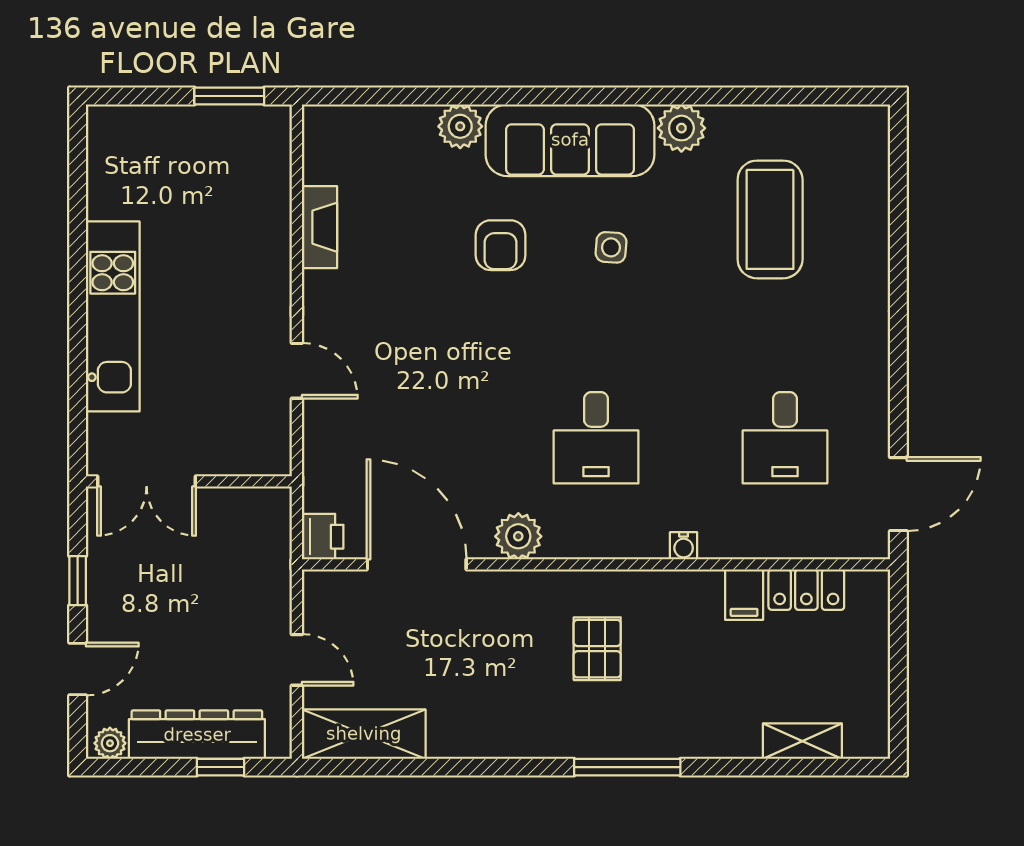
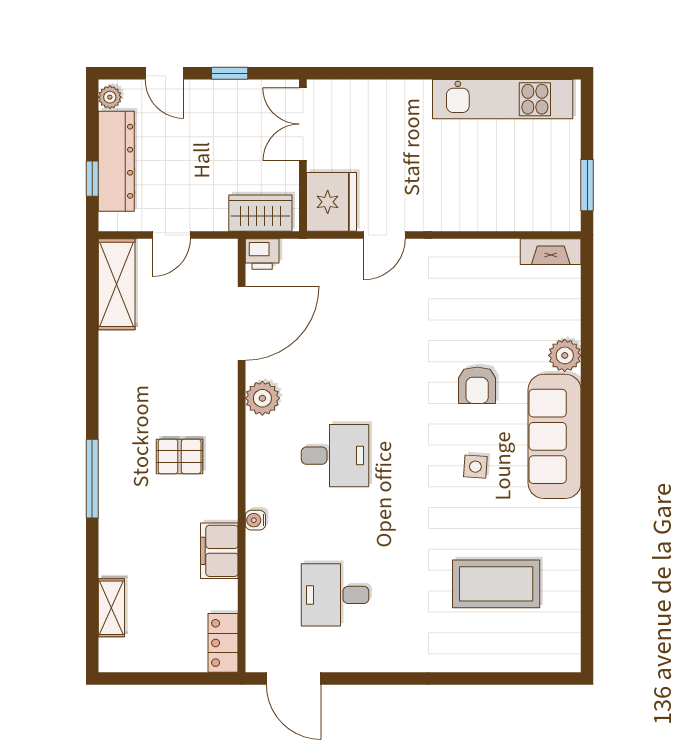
plant: (681, 128) -> (563, 519), removed
fireplace: (319, 227) -> (551, 252), moved
armchair: (501, 245) -> (477, 385), turned -90
kitchen unit: (113, 316) -> (503, 99), moved
desk: (596, 438) -> (335, 456), turned 180
fridge: (252, 443) -> (332, 202), added
wardrobe: (267, 539) -> (260, 213), added
locker: (806, 590) -> (223, 643), moved
filing cabinet: (744, 595) -> (219, 551), width x2.00

